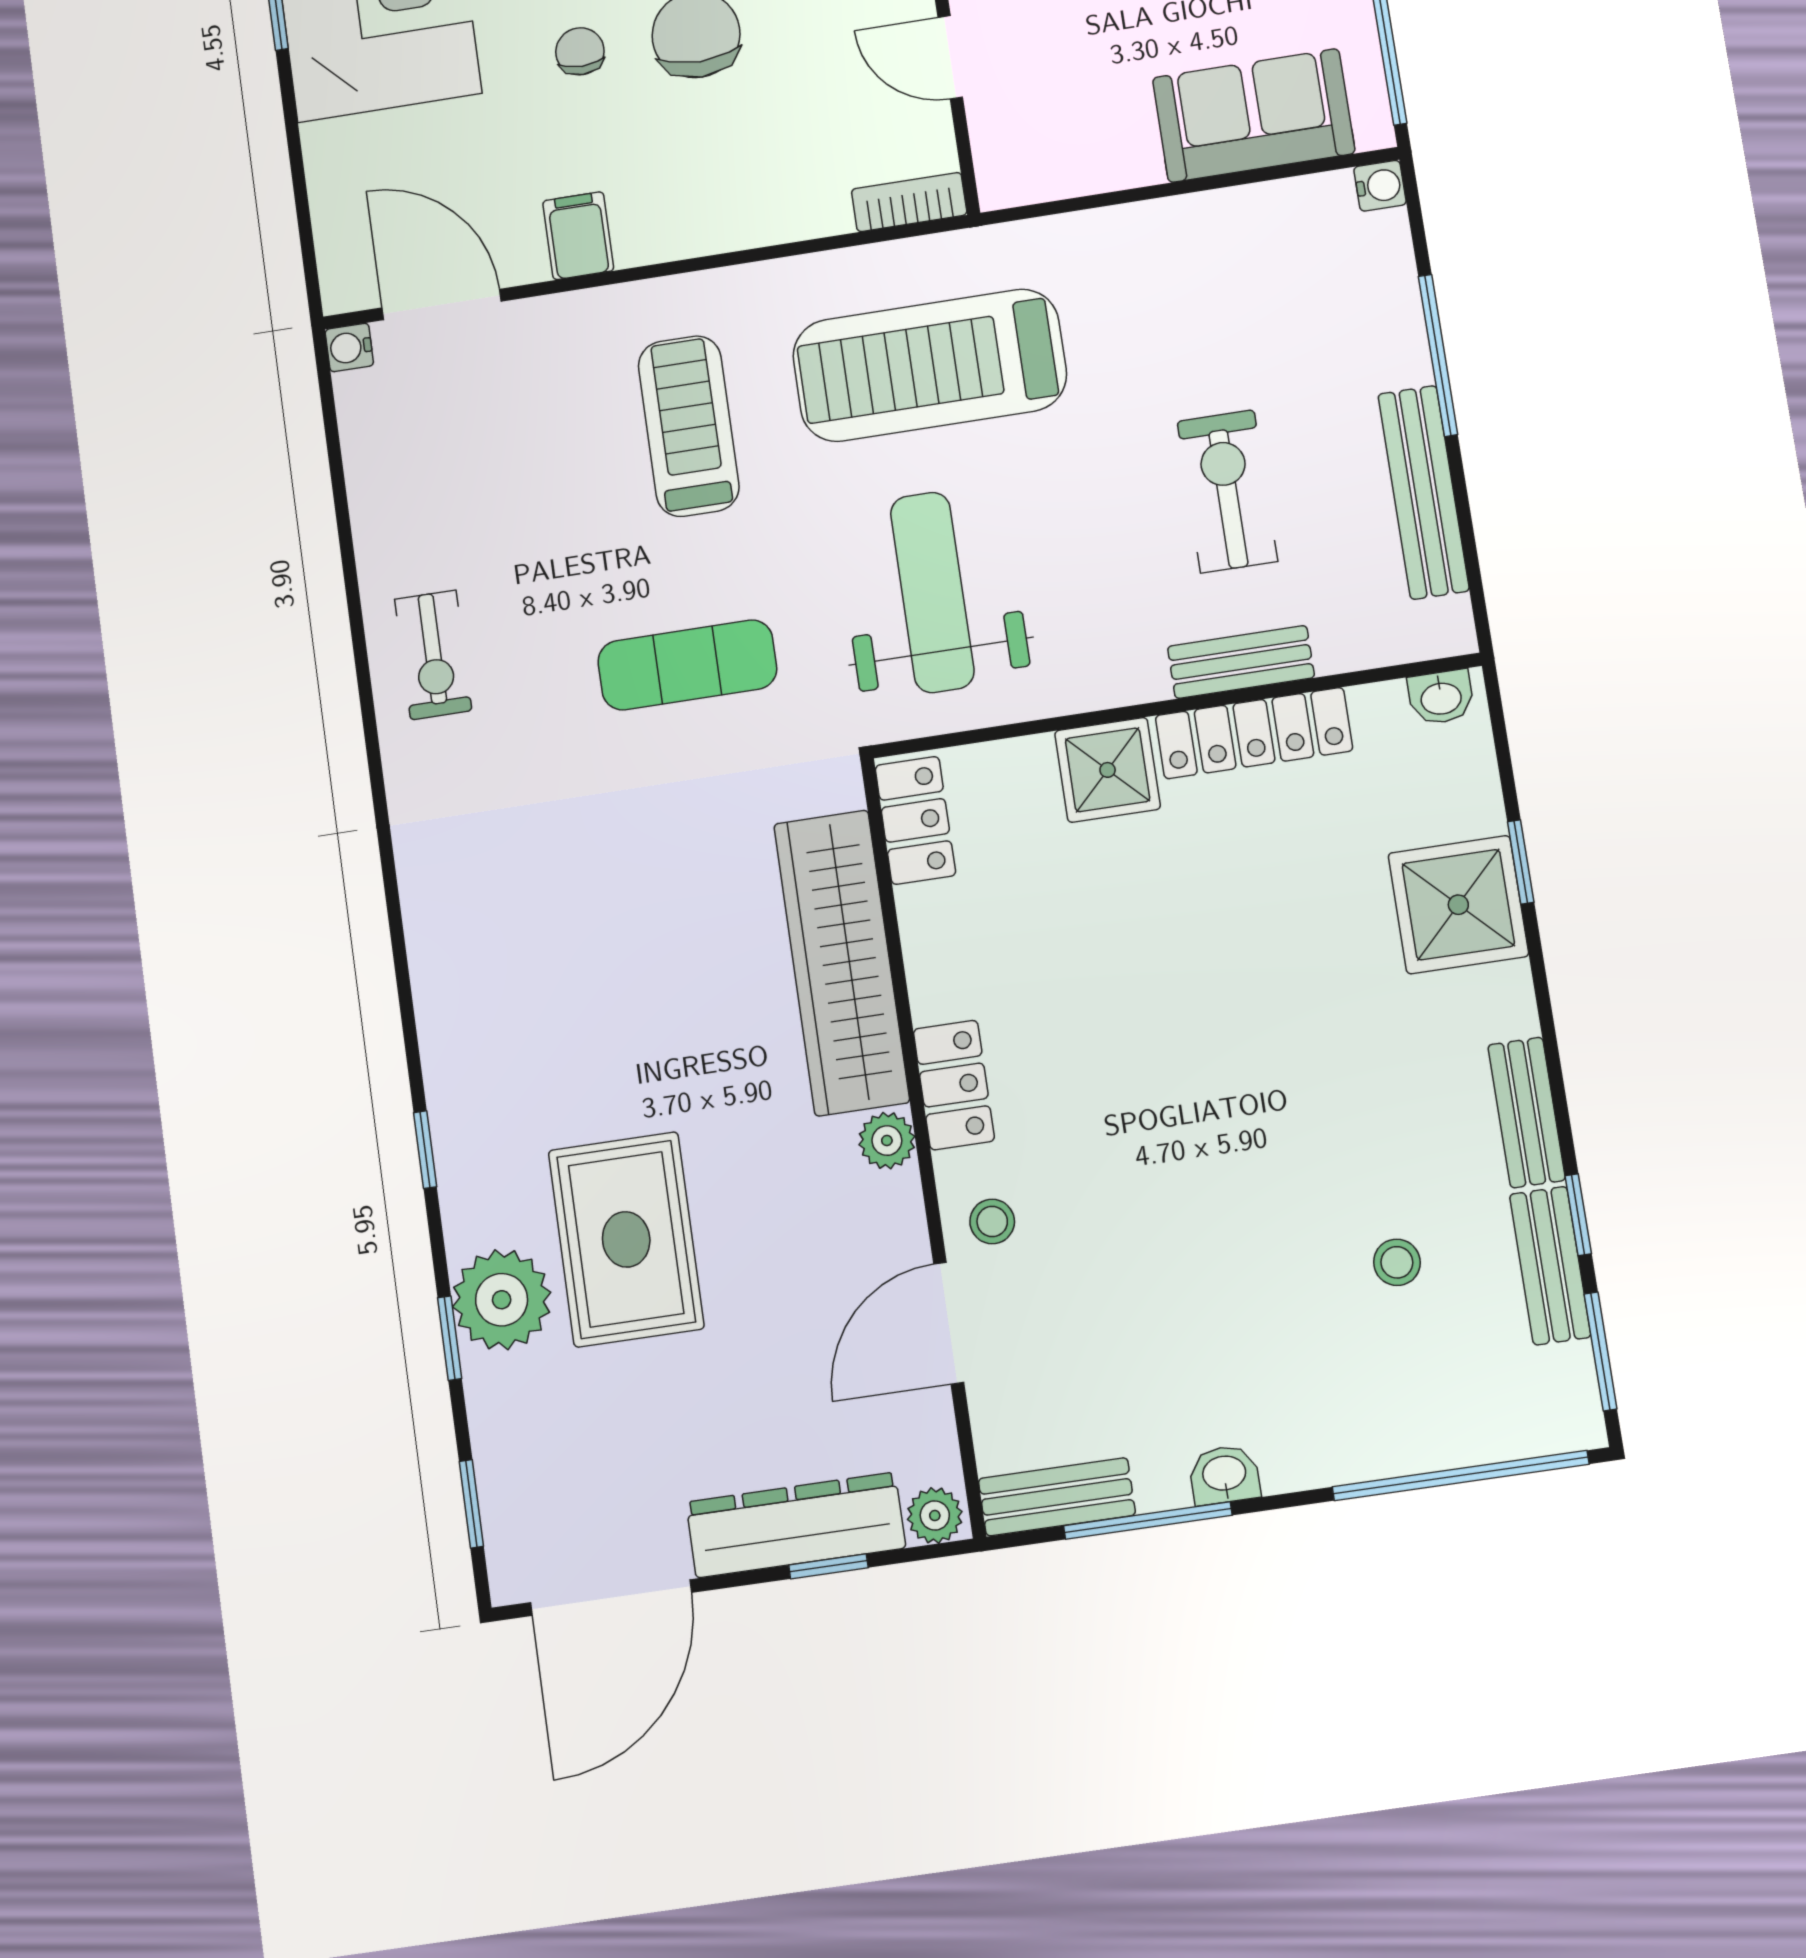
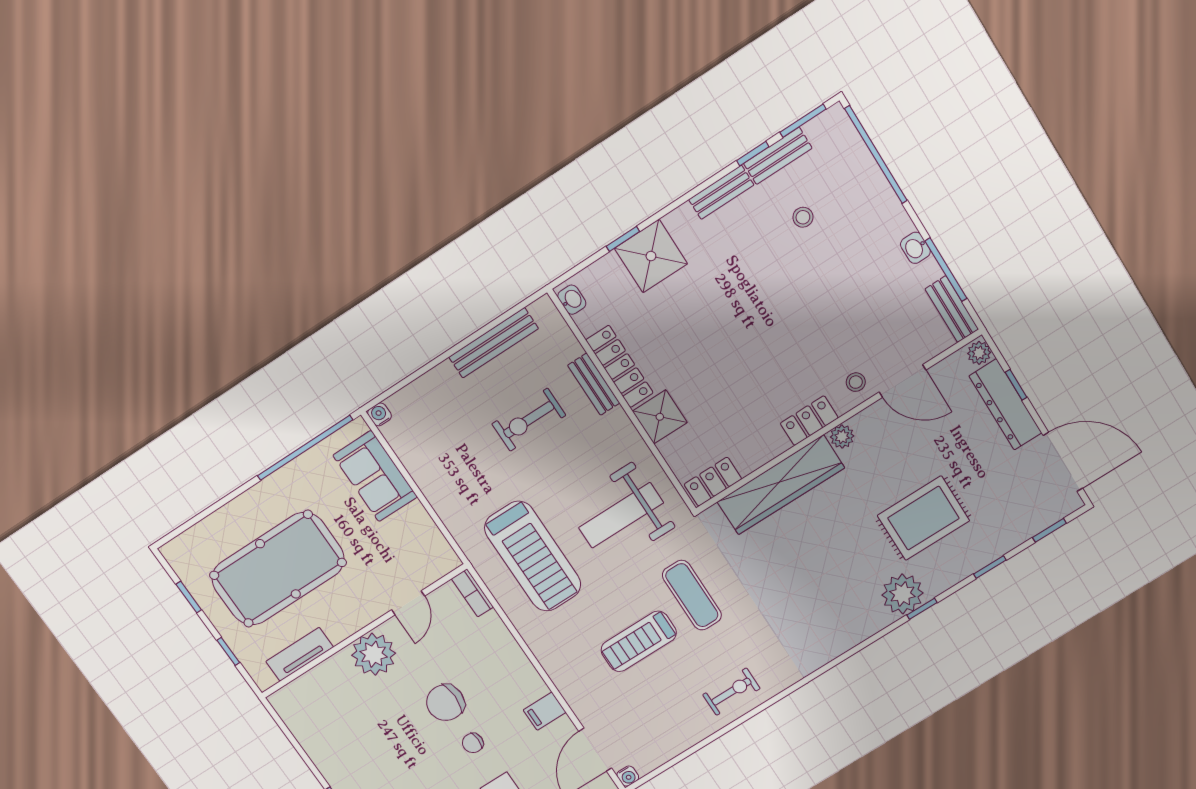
window: (1438, 355) -> (436, 362), removed
treadmill: (689, 426) -> (639, 641), moved
plant: (502, 1300) -> (902, 594), moved

